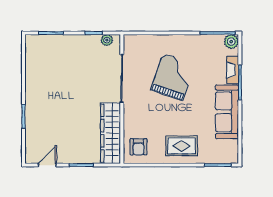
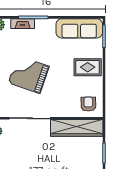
sofa: (227, 112) -> (79, 28), moved
rug: (182, 146) -> (88, 67), turned 90
armchair: (138, 147) -> (88, 104), turned -91

